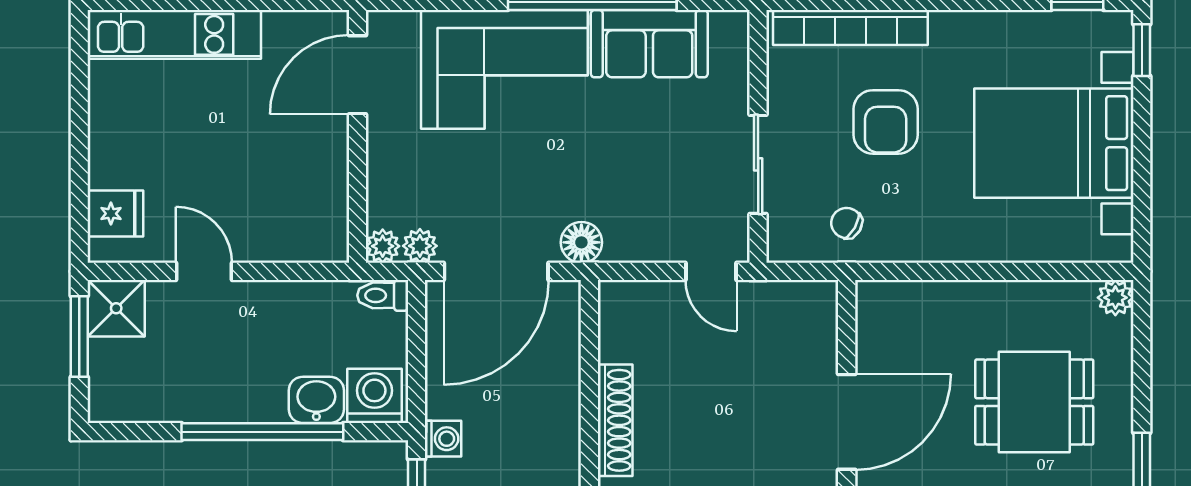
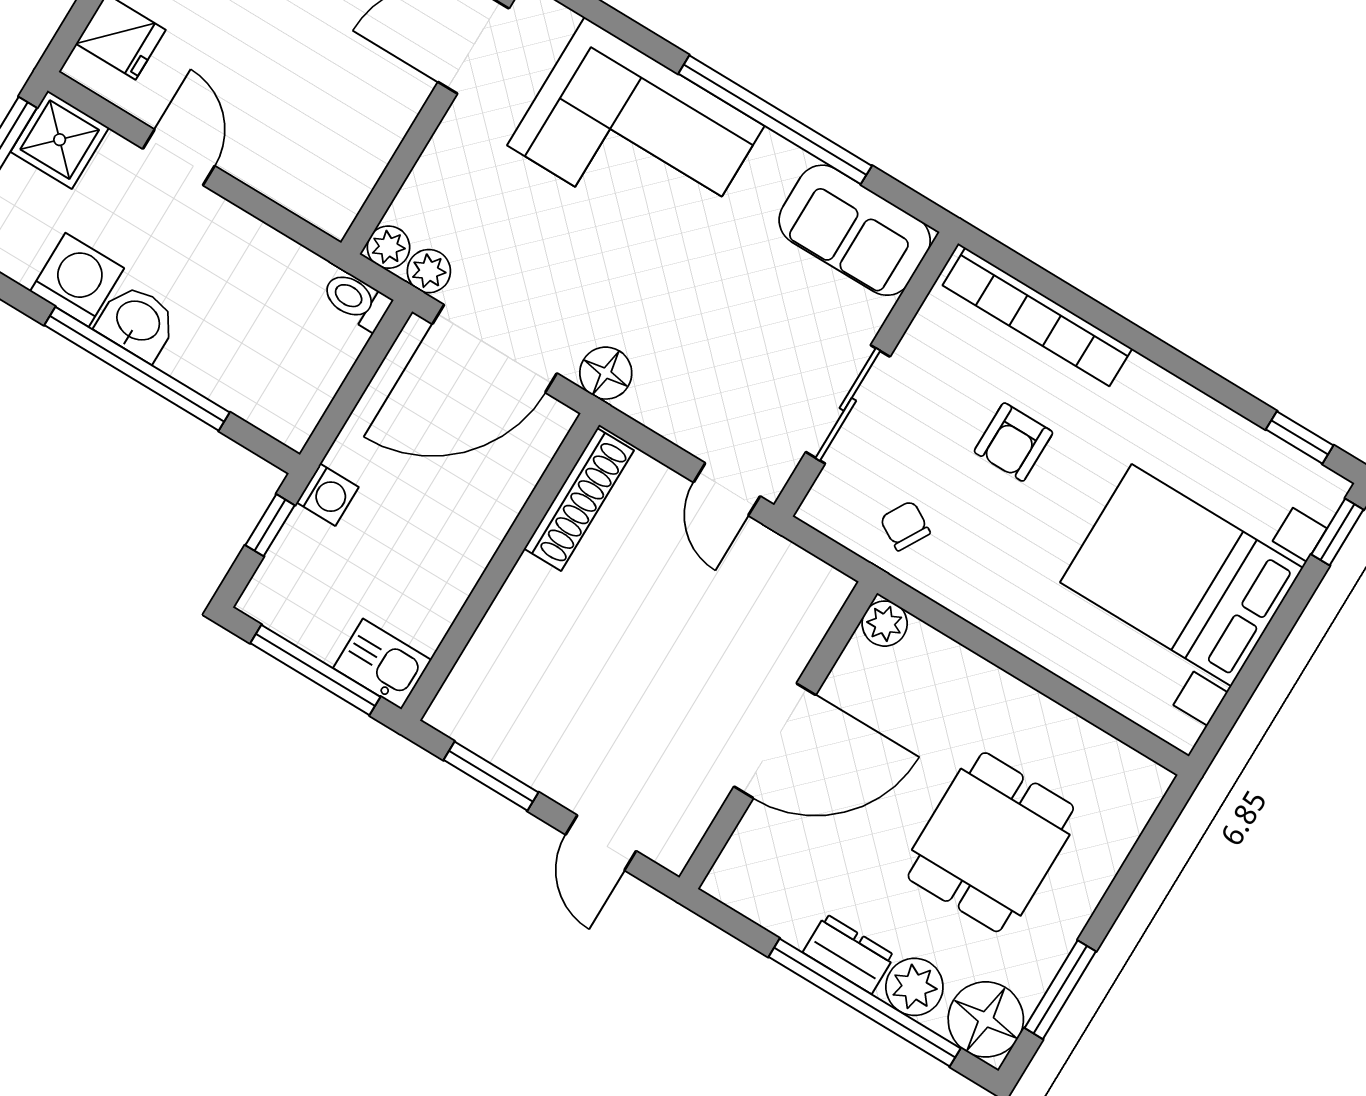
sofa: (649, 44) -> (855, 230), moved
armchair: (886, 122) -> (1013, 442), width x0.72, depth x0.72
plant: (1115, 298) -> (885, 624), moved
washing machine: (374, 396) -> (77, 280), moved
washbasin: (316, 400) -> (137, 322), moved
dining table: (1034, 402) -> (991, 842), turned 90
shoe rack: (615, 420) -> (579, 499), moved

